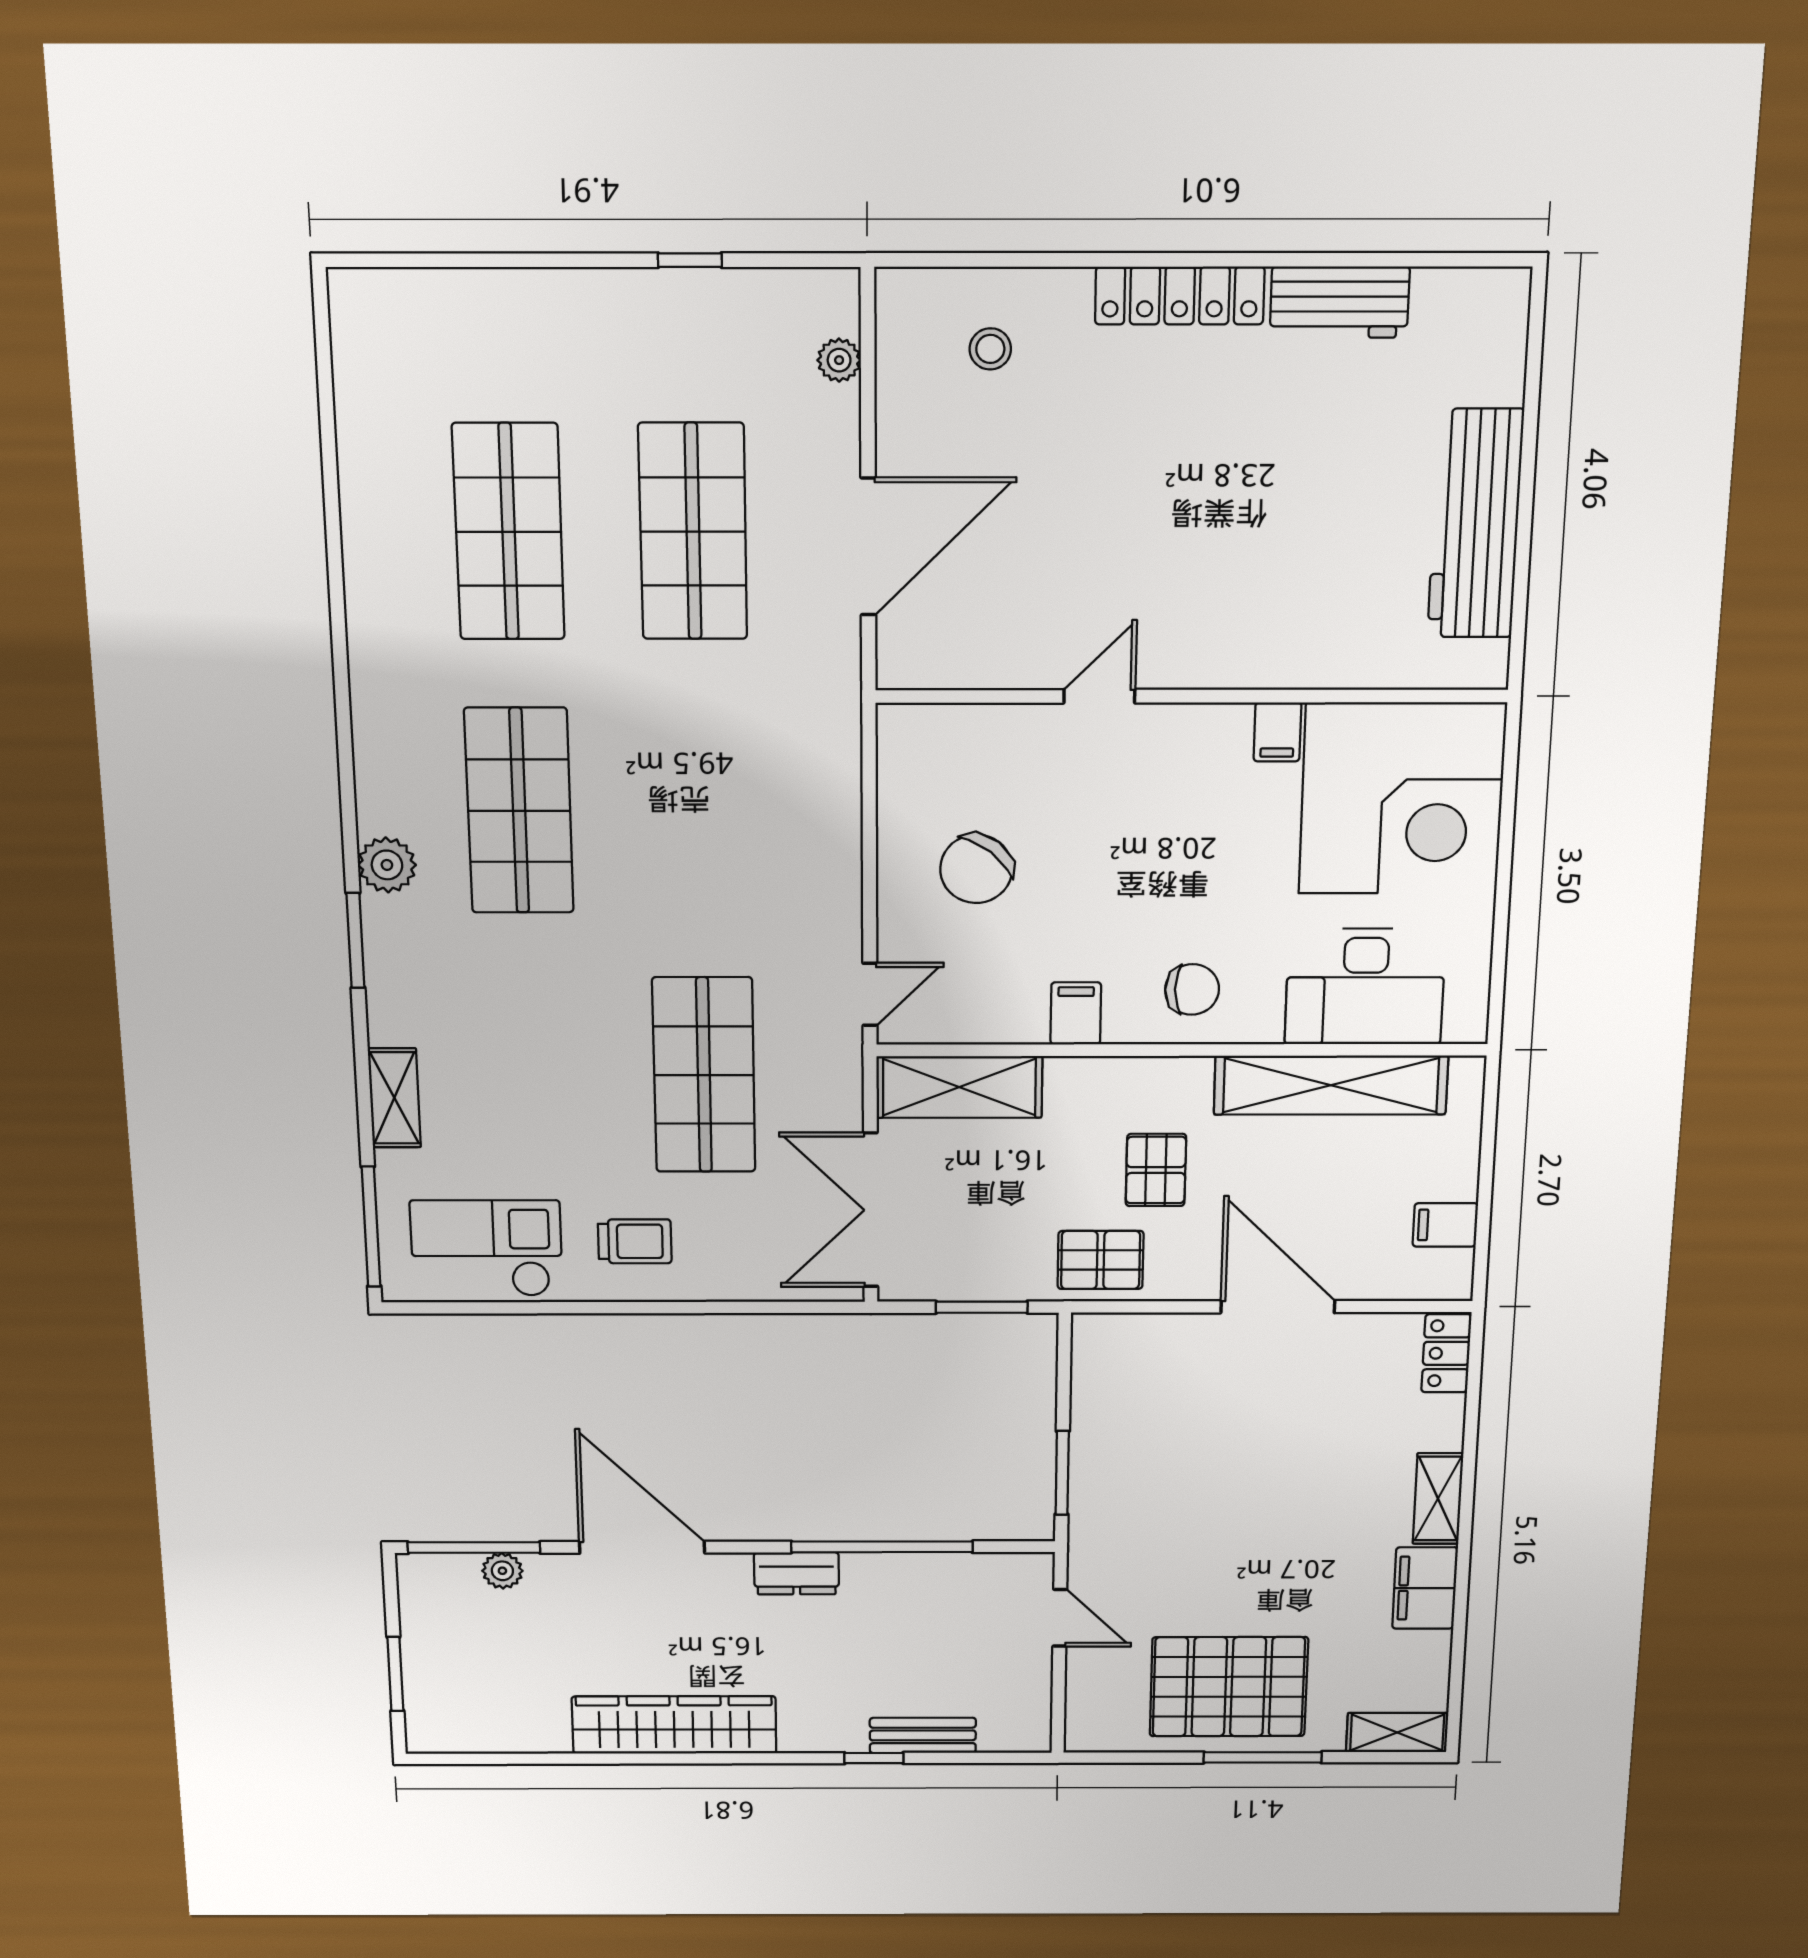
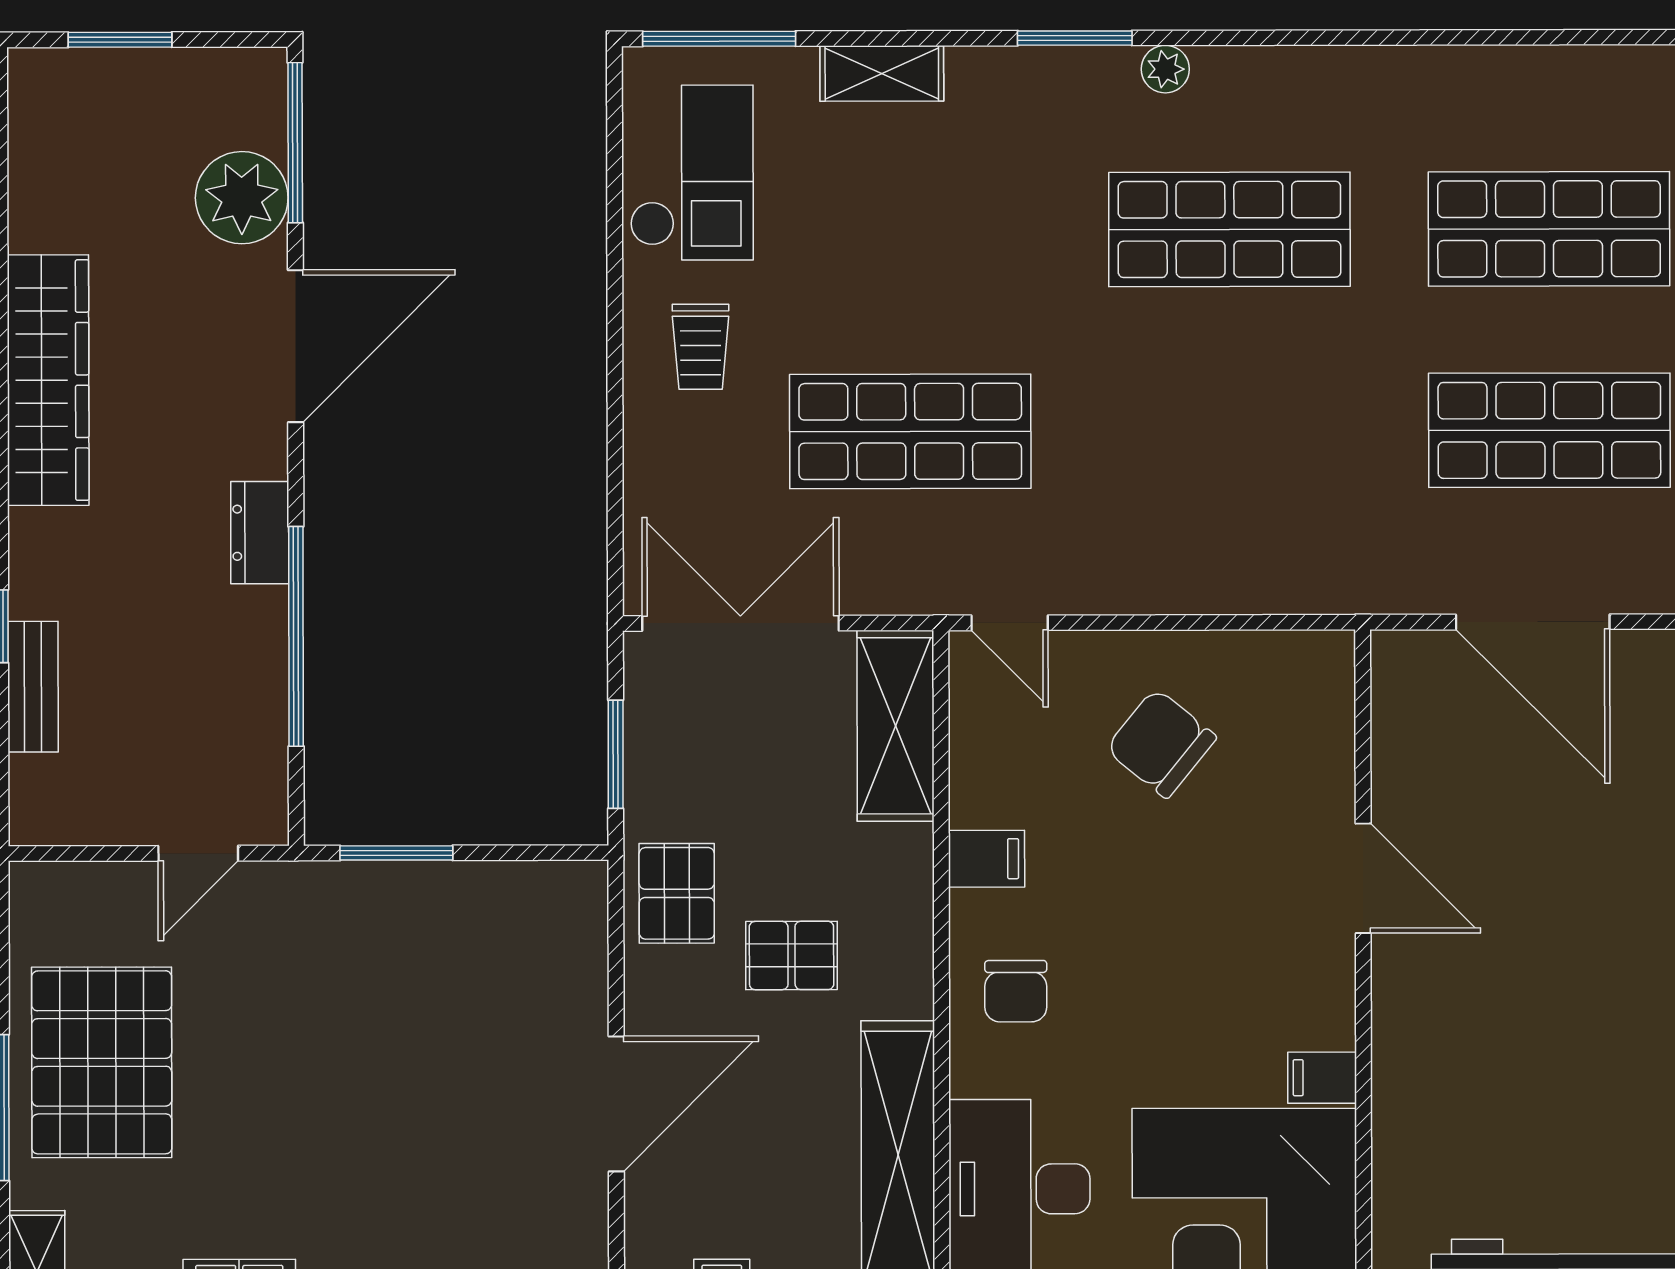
door: (1099, 696) -> (1363, 878), width x1.38
plant: (387, 865) -> (1165, 69), width x0.73, depth x0.73
plant: (502, 1571) -> (242, 198), width x1.87, depth x1.87

